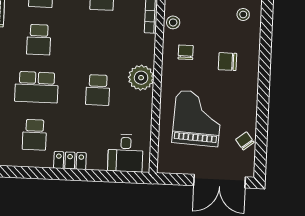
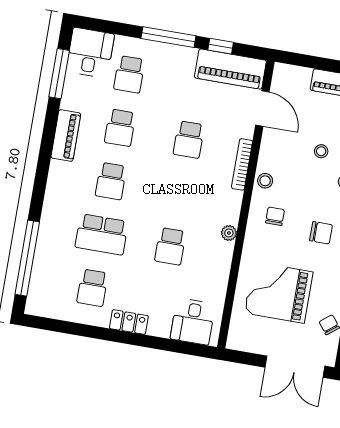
chair: (228, 62) -> (321, 233), turned 180
plant: (141, 78) -> (229, 233), width x0.53, depth x0.53
grand piano: (197, 118) -> (279, 293), turned -93

